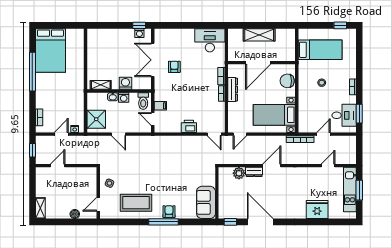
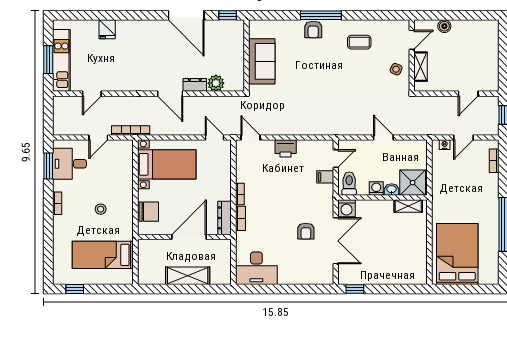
washing machine: (139, 33) -> (354, 278), removed
bed: (50, 50) -> (457, 254), moved
washing machine: (125, 83) -> (347, 208), moved
dresser: (233, 90) -> (225, 218), moved
shower: (96, 119) -> (413, 183), moved
door: (153, 119) -> (336, 159), hinge flipped
door: (240, 134) -> (214, 137), hinge flipped
door: (272, 166) -> (170, 94), hinge flipped
sofa: (206, 202) -> (262, 61), moved
coffee table: (136, 203) -> (359, 42), width x0.54, depth x0.58
shelving: (40, 208) -> (421, 67), moved
fridge: (317, 210) -> (107, 29), width x0.53, depth x0.75

